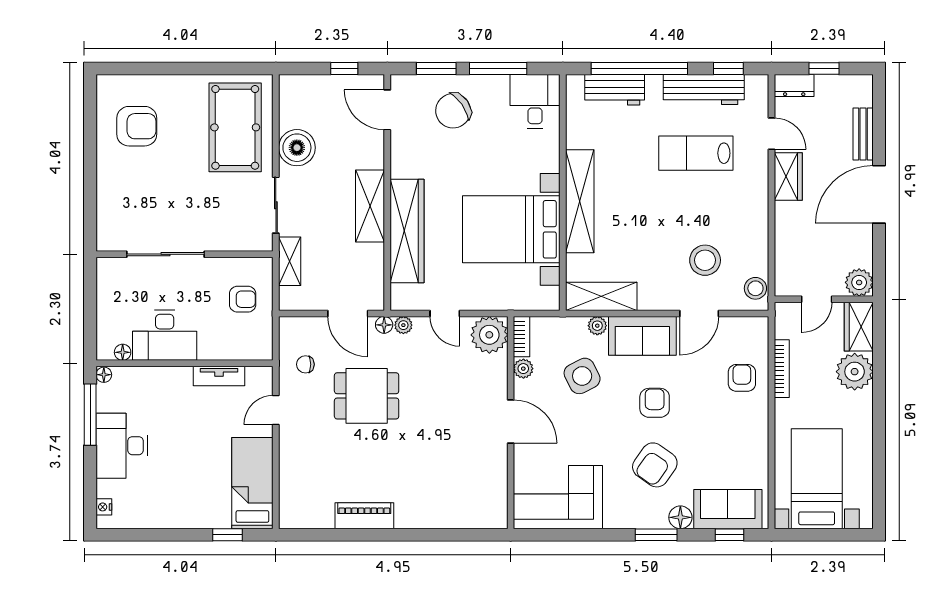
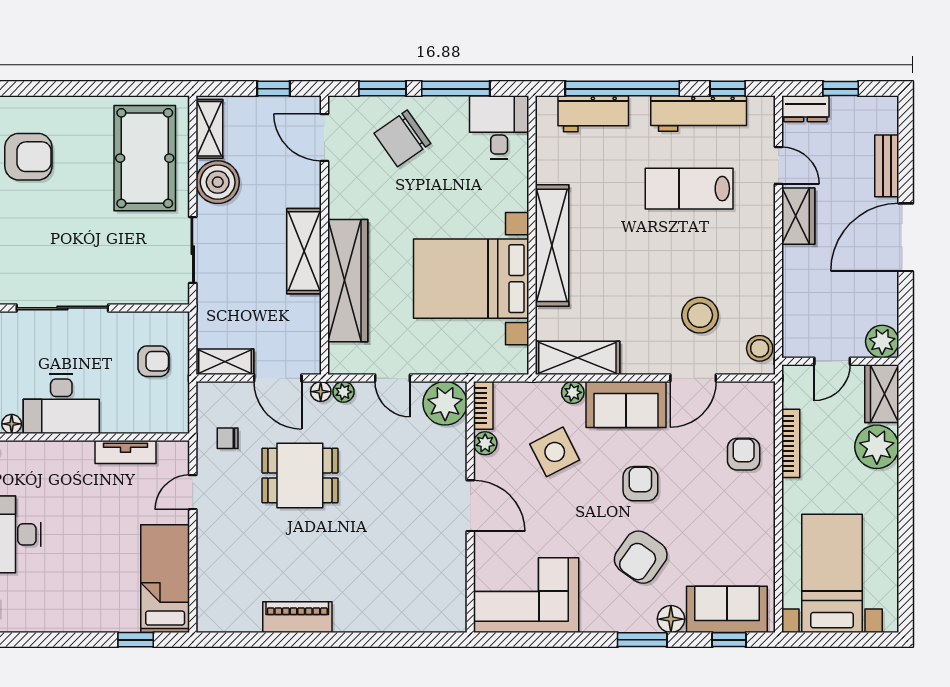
shelving: (290, 103) -> (209, 129), added
shelving: (290, 261) -> (225, 362), moved, turned 90

